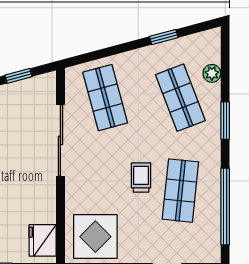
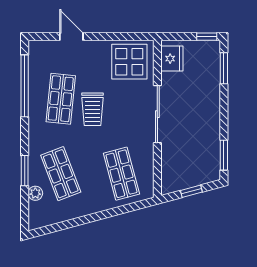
window: (164, 37) -> (74, 223), removed
window: (225, 121) -> (25, 171), moved
sliding door: (60, 140) -> (157, 114), moved
trolley: (141, 177) -> (92, 109), width x1.36, depth x1.39

